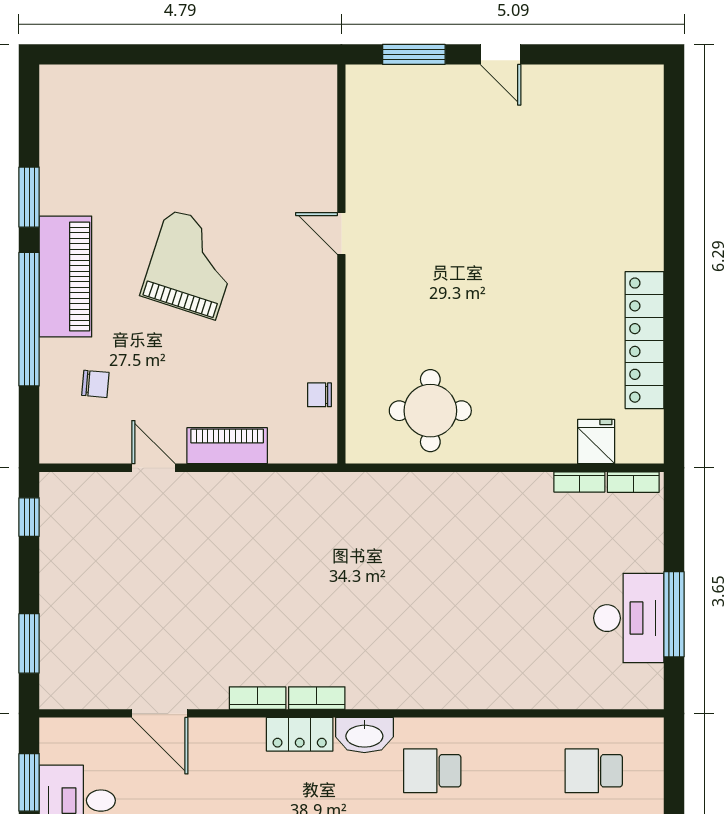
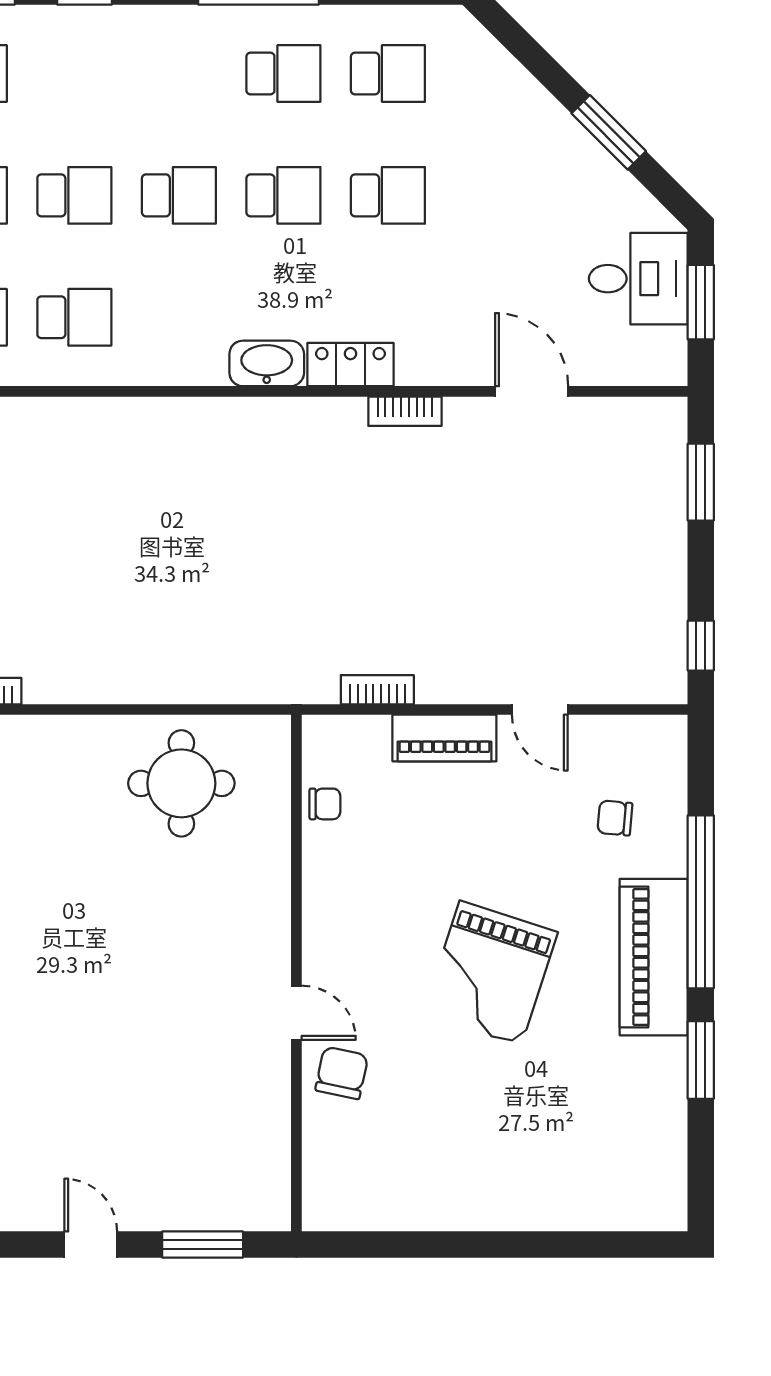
chair: (306, 187) -> (342, 1073), added
bookcase: (317, 698) -> (377, 690), moved, turned 180
school desk: (432, 771) -> (74, 317), moved

